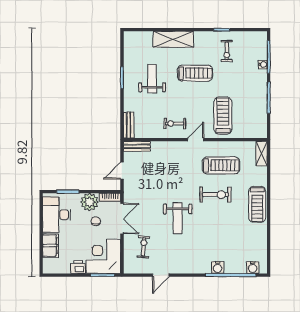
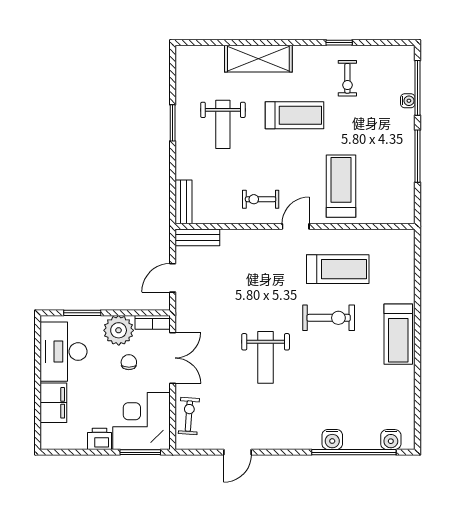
weight bench: (152, 79) -> (223, 124), turned 180
shelving: (262, 154) -> (406, 250), removed
exercise bike: (144, 247) -> (189, 416), moved

